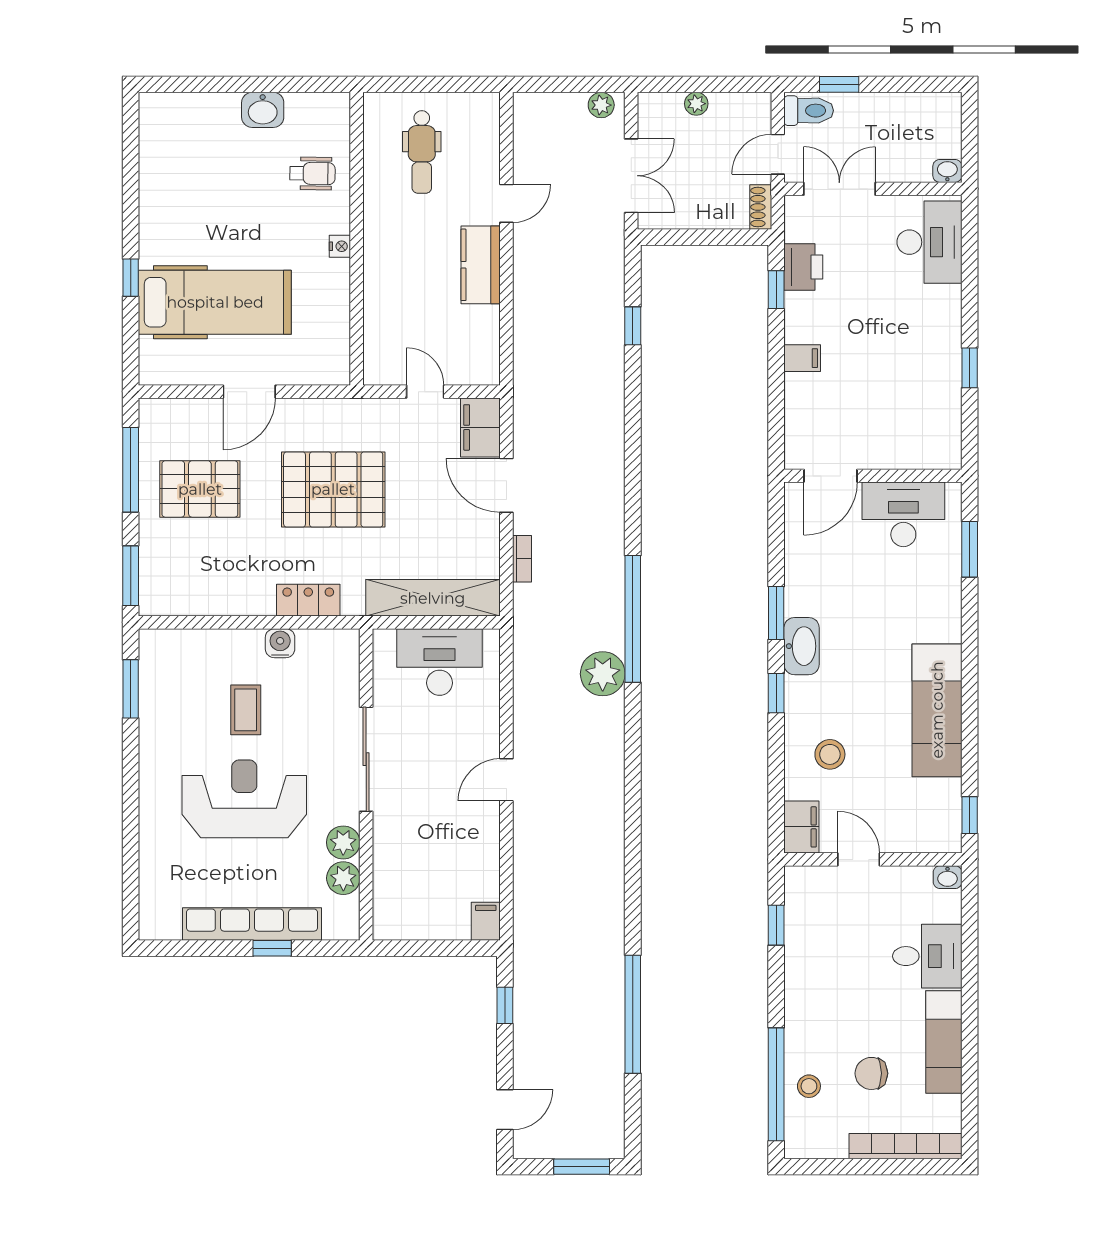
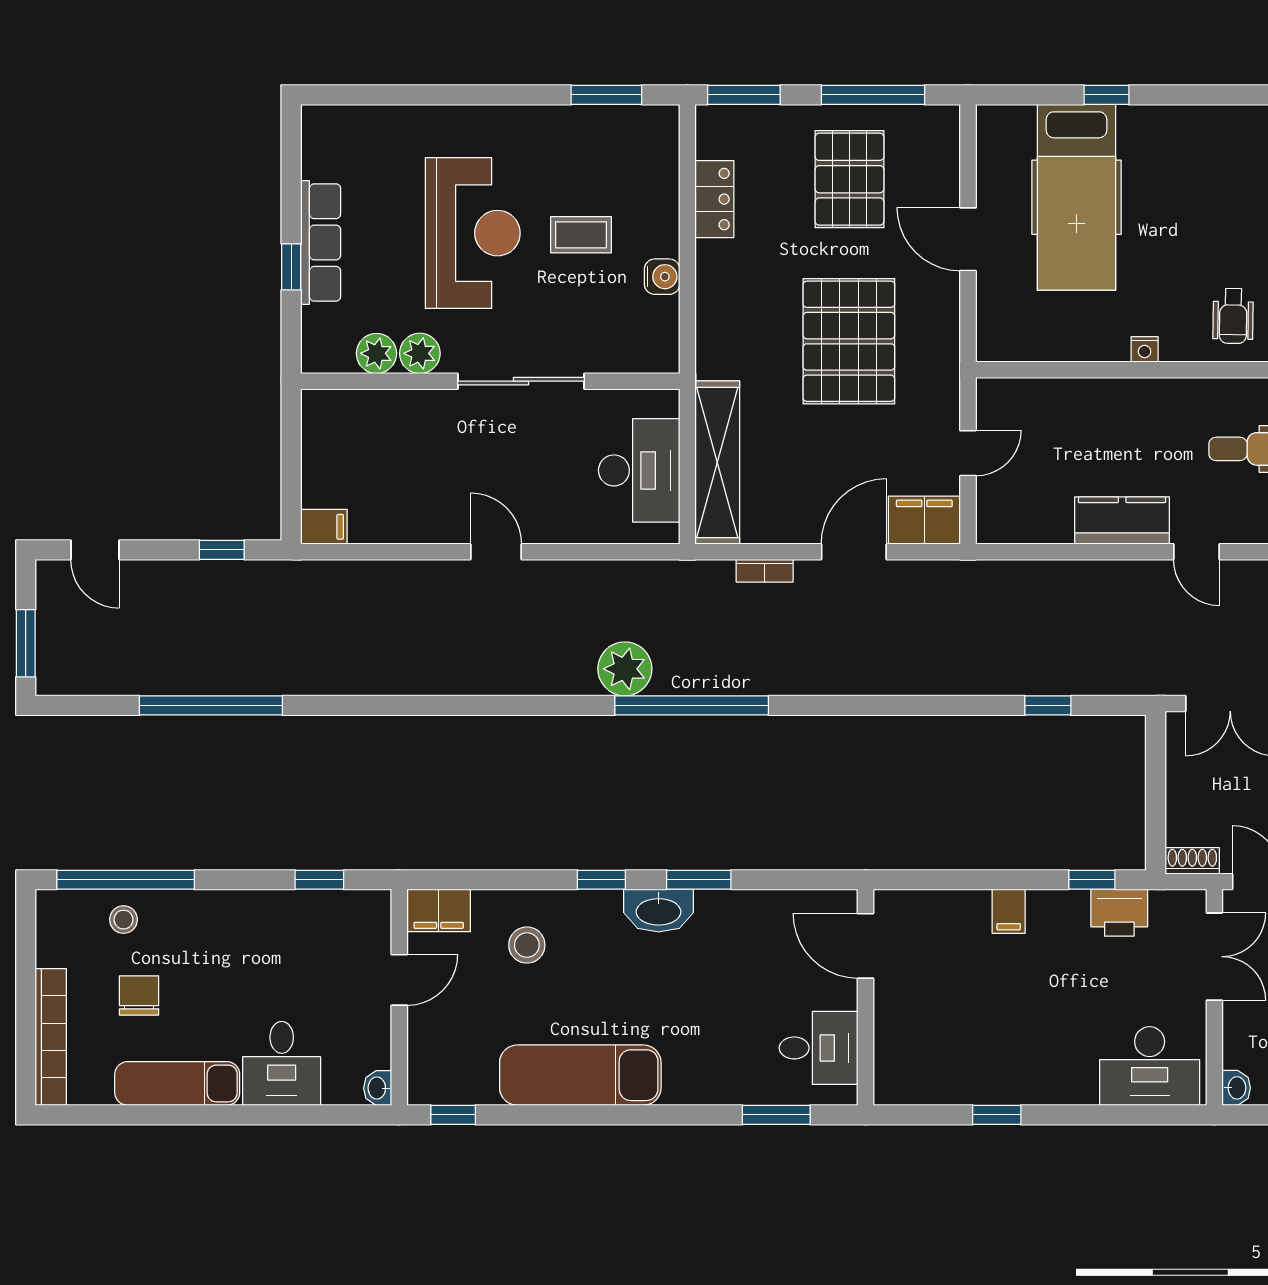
desk: (903, 514) -> (819, 1048), width x0.73
locker: (308, 600) -> (714, 199), moved
row of seats: (252, 924) -> (321, 242), width x0.73

